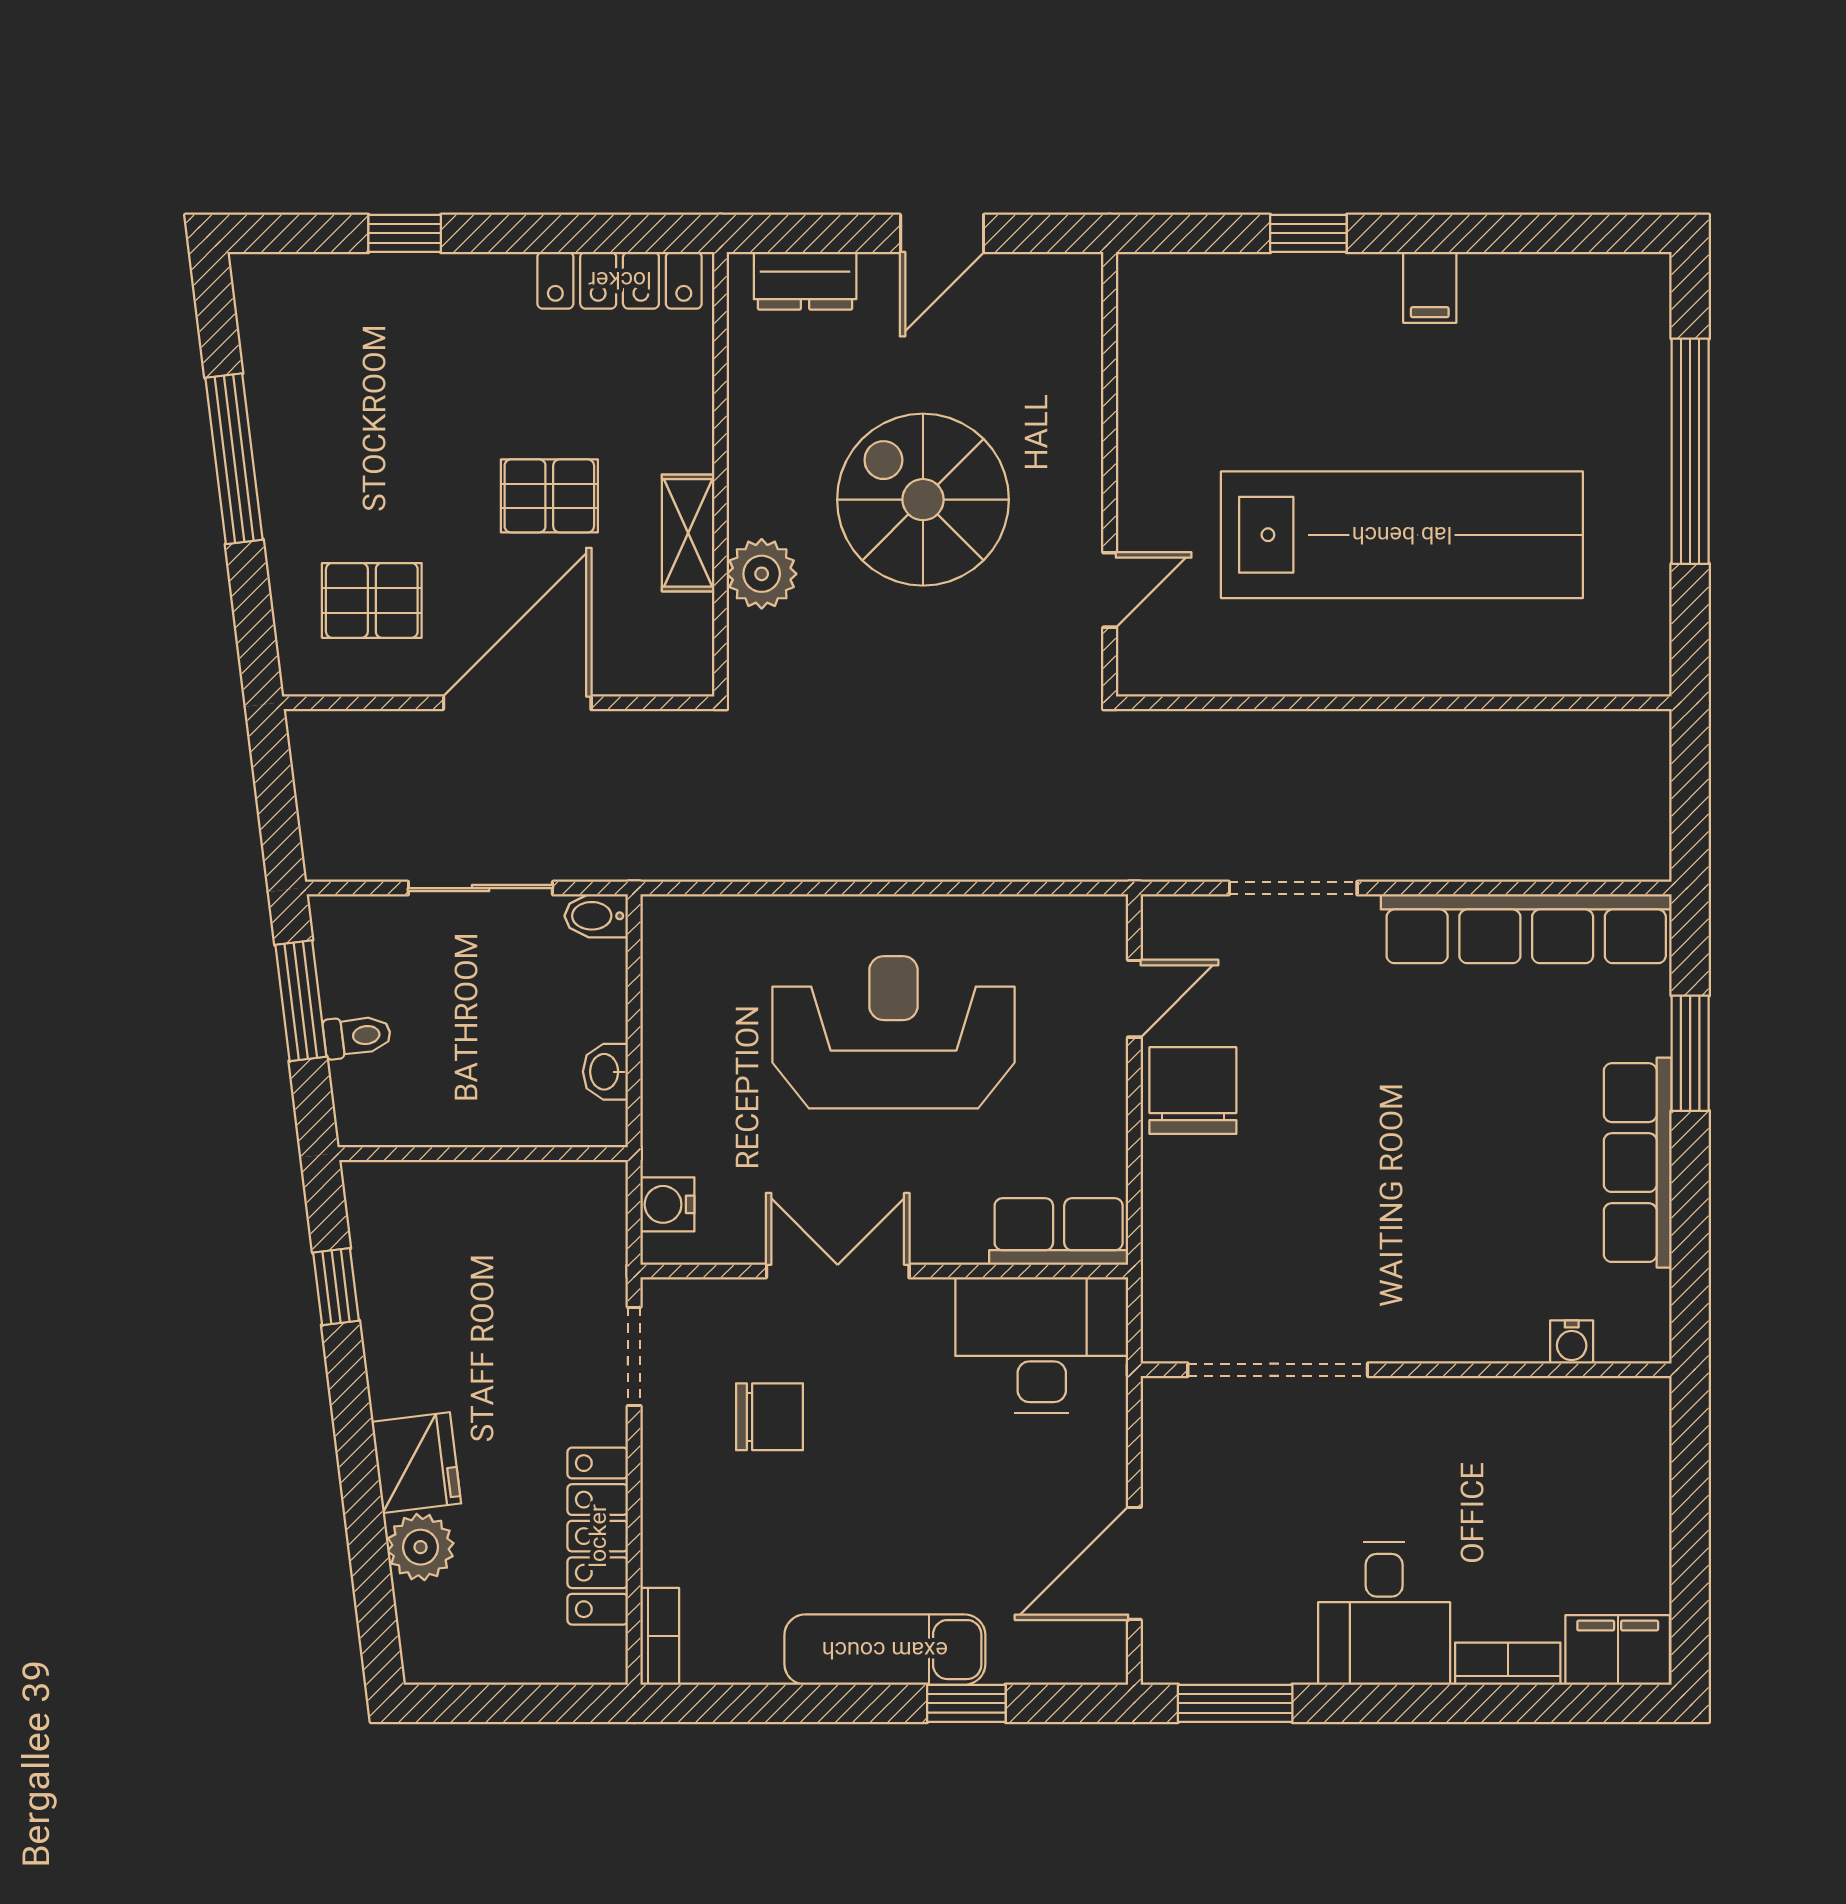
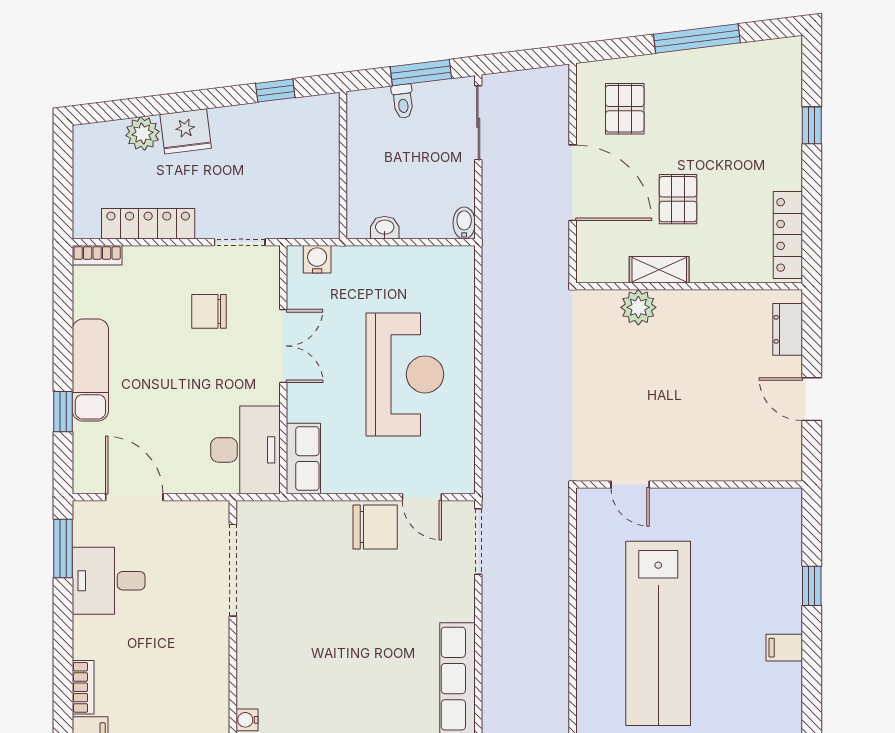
spiral stairs: (923, 500) -> (676, 389), removed
sliding door: (480, 888) -> (478, 123), moved
doorway: (1293, 888) -> (478, 542), moved
chair: (770, 1417) -> (209, 311), turned 90
desk: (1384, 1614) -> (109, 581), moved

